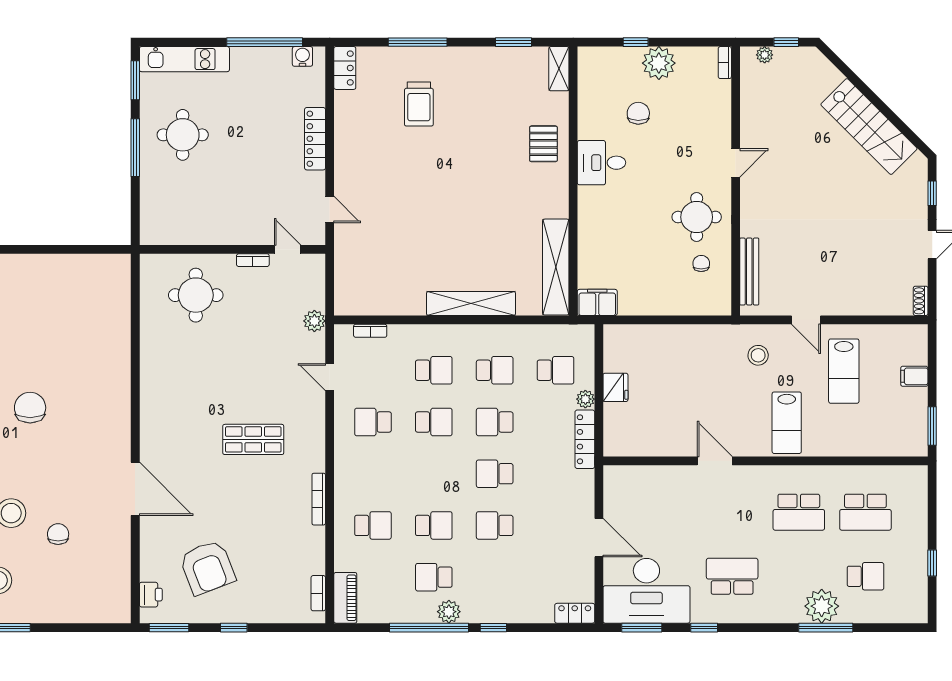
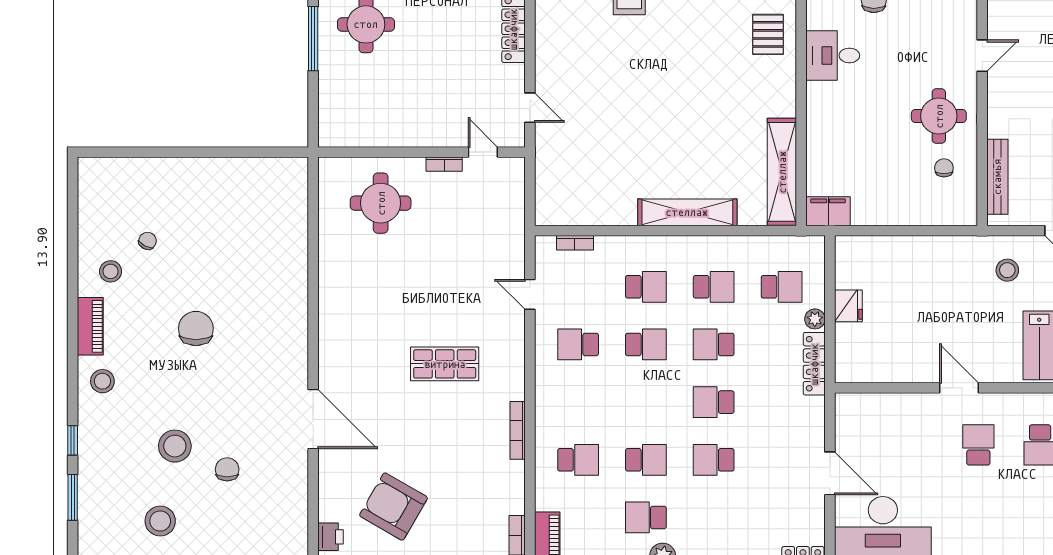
plant: (314, 321) -> (513, 232), removed
armchair: (207, 567) -> (394, 507), turned 141
school desk: (732, 576) -> (978, 445), moved, width x0.54

